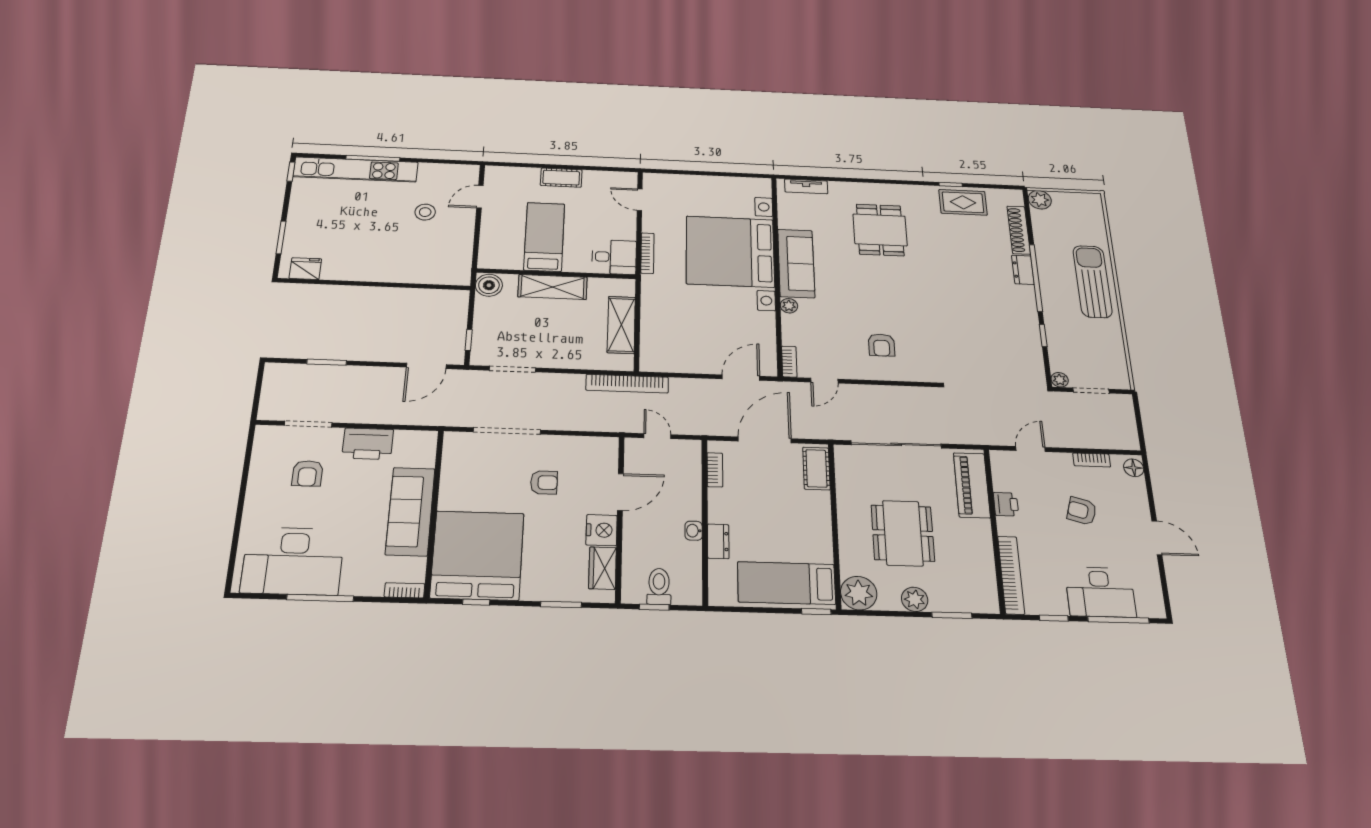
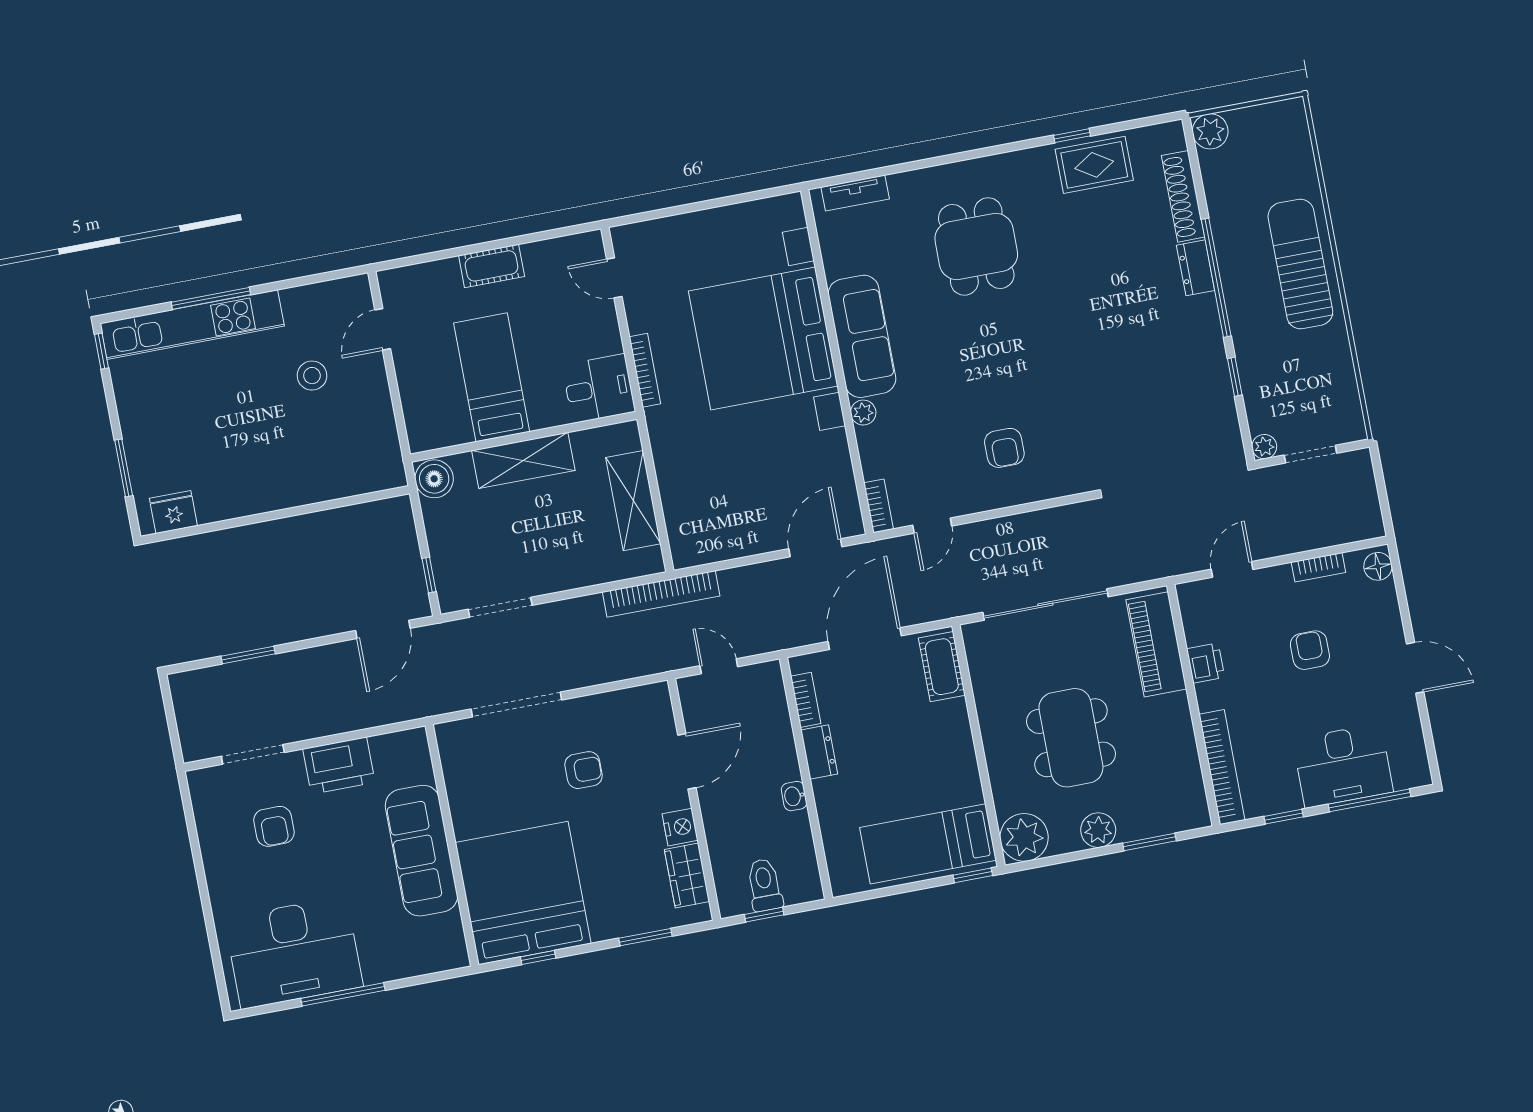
armchair: (1082, 511) -> (1310, 650), turned 74
nightstand: (602, 530) -> (680, 827), width x0.74, depth x0.75
dresser: (718, 541) -> (819, 752), moved
bookcase: (405, 590) -> (444, 961), removed

